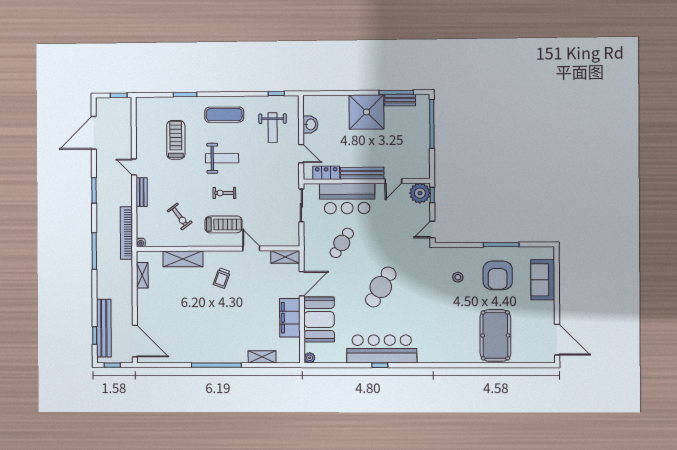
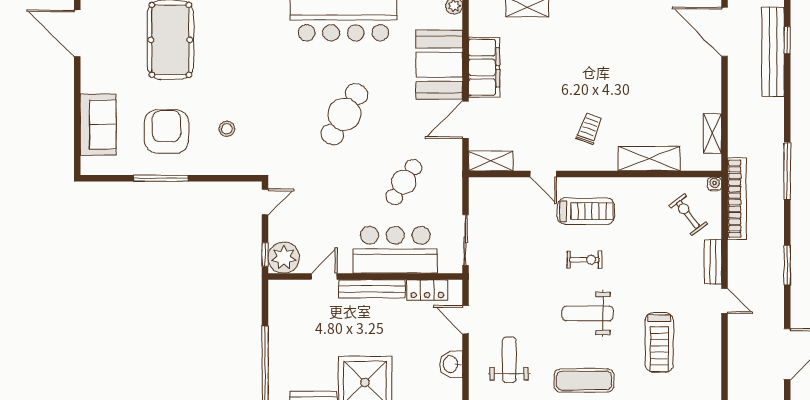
exercise bike: (180, 217) -> (688, 214), moved
treadmill: (224, 224) -> (586, 211), turned 180

